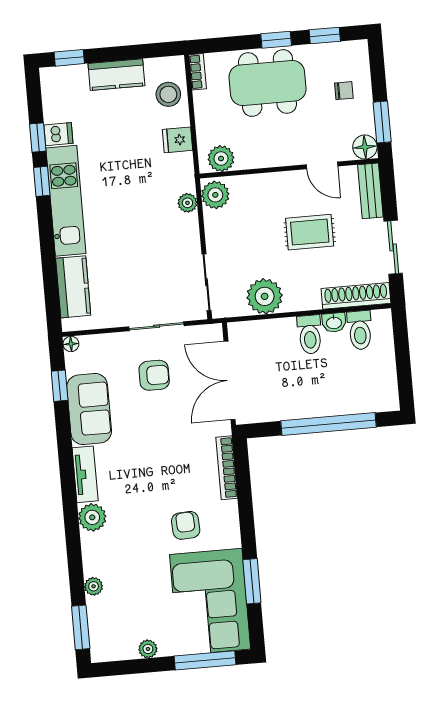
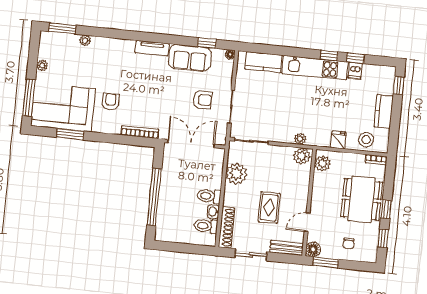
armchair: (154, 375) -> (202, 100), turned -90
plant: (92, 517) -> (126, 48), removed
armchair: (186, 525) -> (111, 102), turned -87

